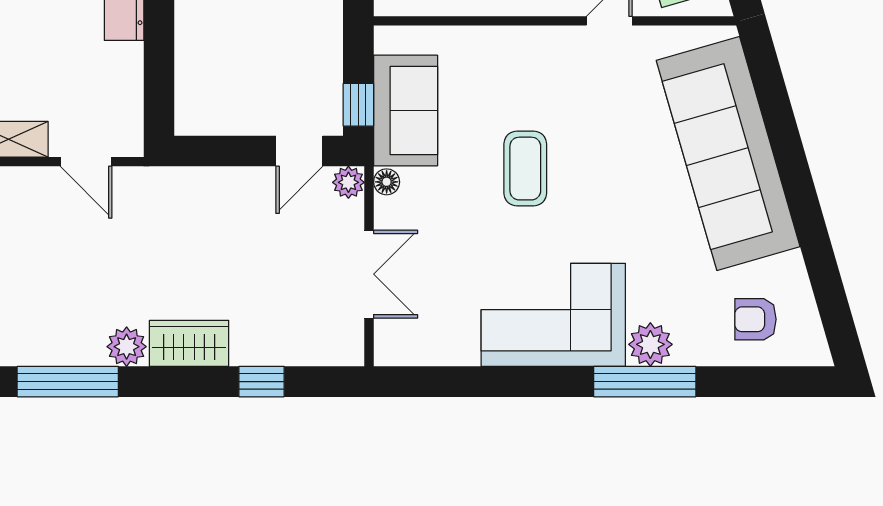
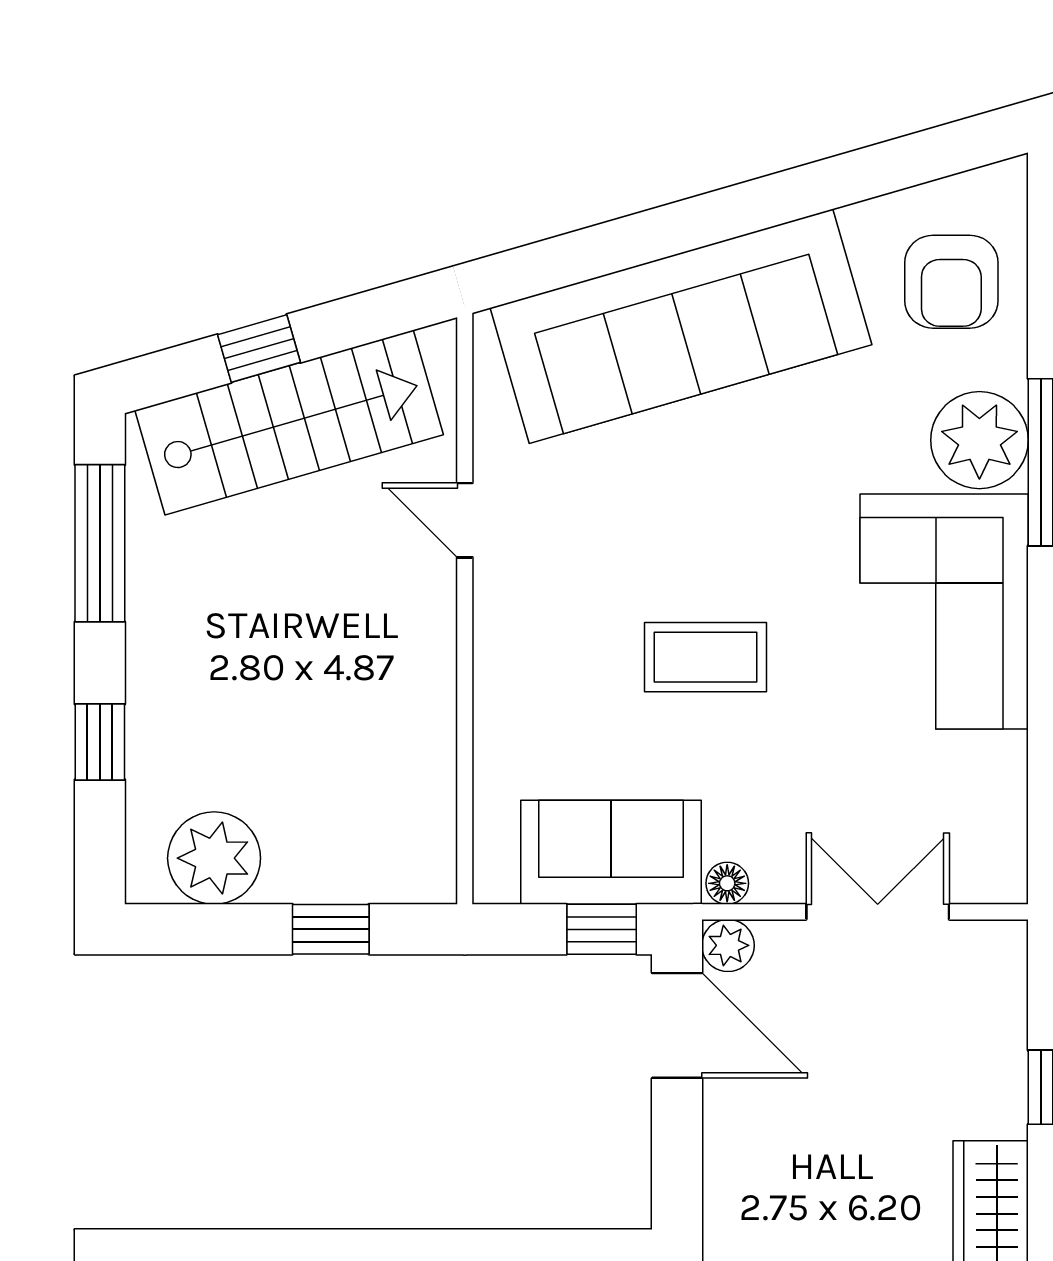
door: (299, 151) -> (677, 1025), width x1.38
armchair: (755, 319) -> (951, 282), width x1.38, depth x1.38
plant: (650, 344) -> (979, 440), width x1.36, depth x1.36

